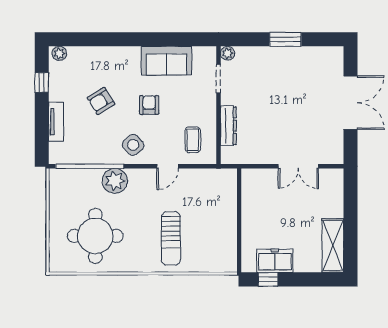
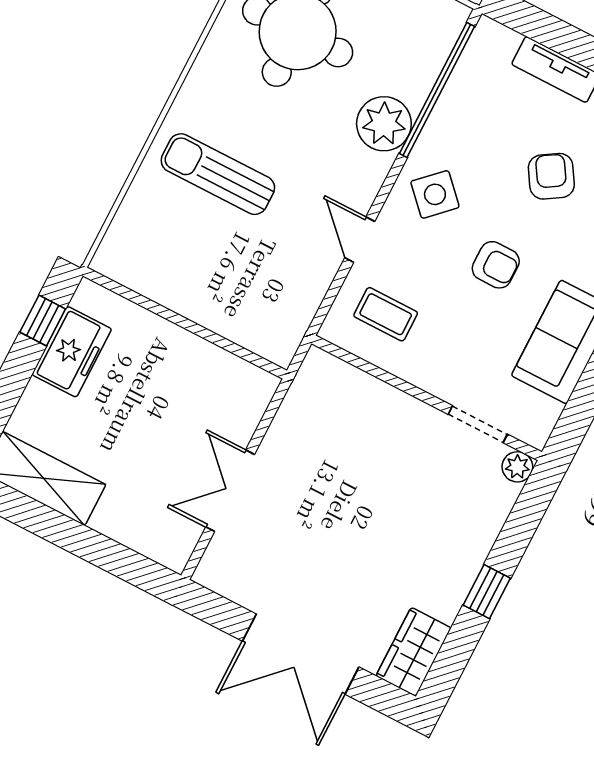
window: (285, 39) -> (487, 592), width x0.67
wardrobe: (326, 57) -> (414, 652), added
dresser: (228, 126) -> (377, 396), removed

